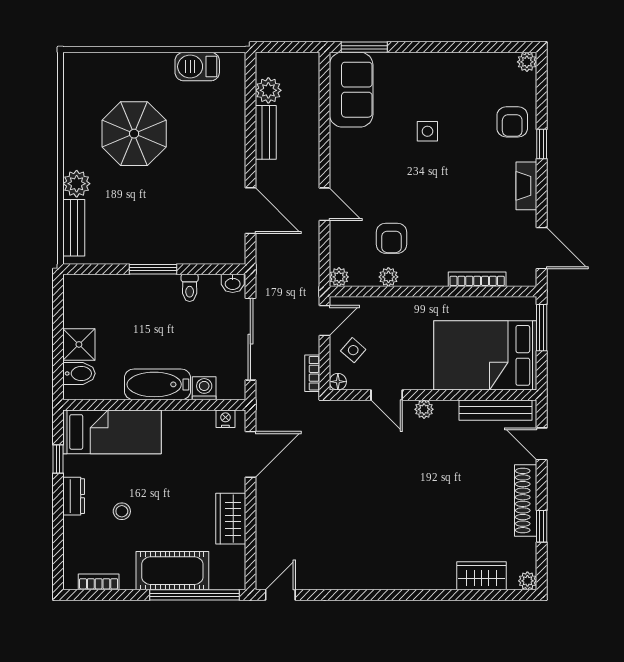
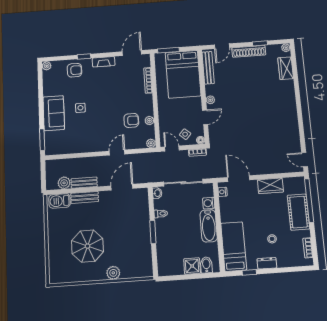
barbecue: (197, 67) -> (60, 201), moved, turned 90
sofa: (351, 90) -> (54, 113), moved, turned 90
bench: (74, 228) -> (85, 197), moved

